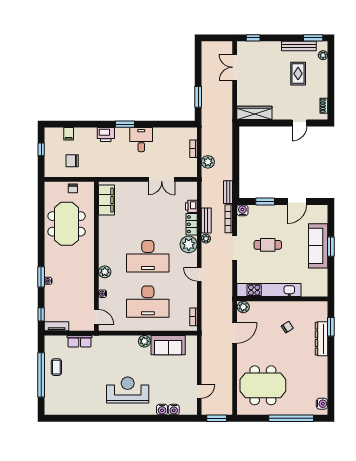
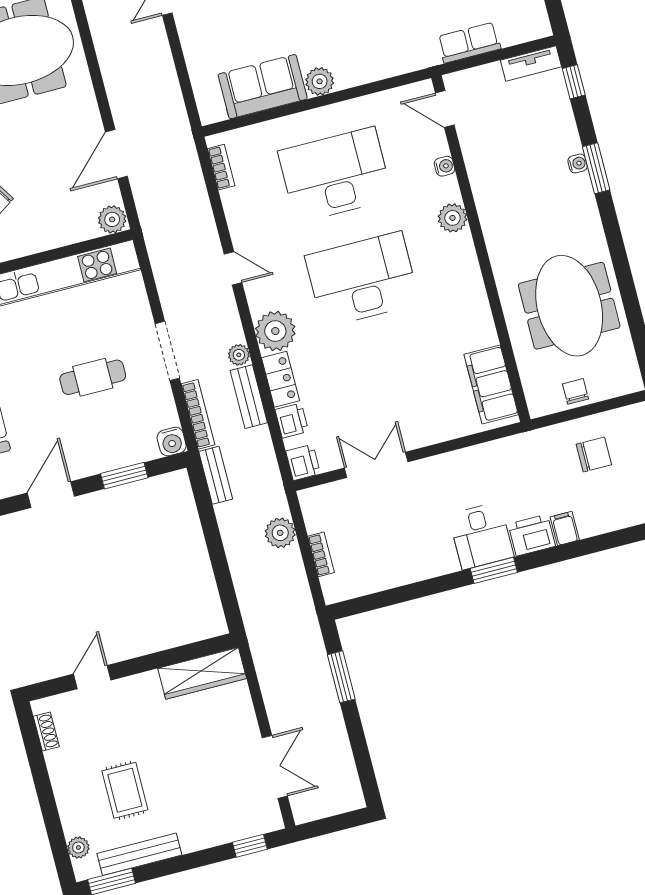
filing cabinet: (69, 134) -> (565, 528), moved
desk: (141, 140) -> (481, 536), moved
printer: (191, 188) -> (303, 462), added

